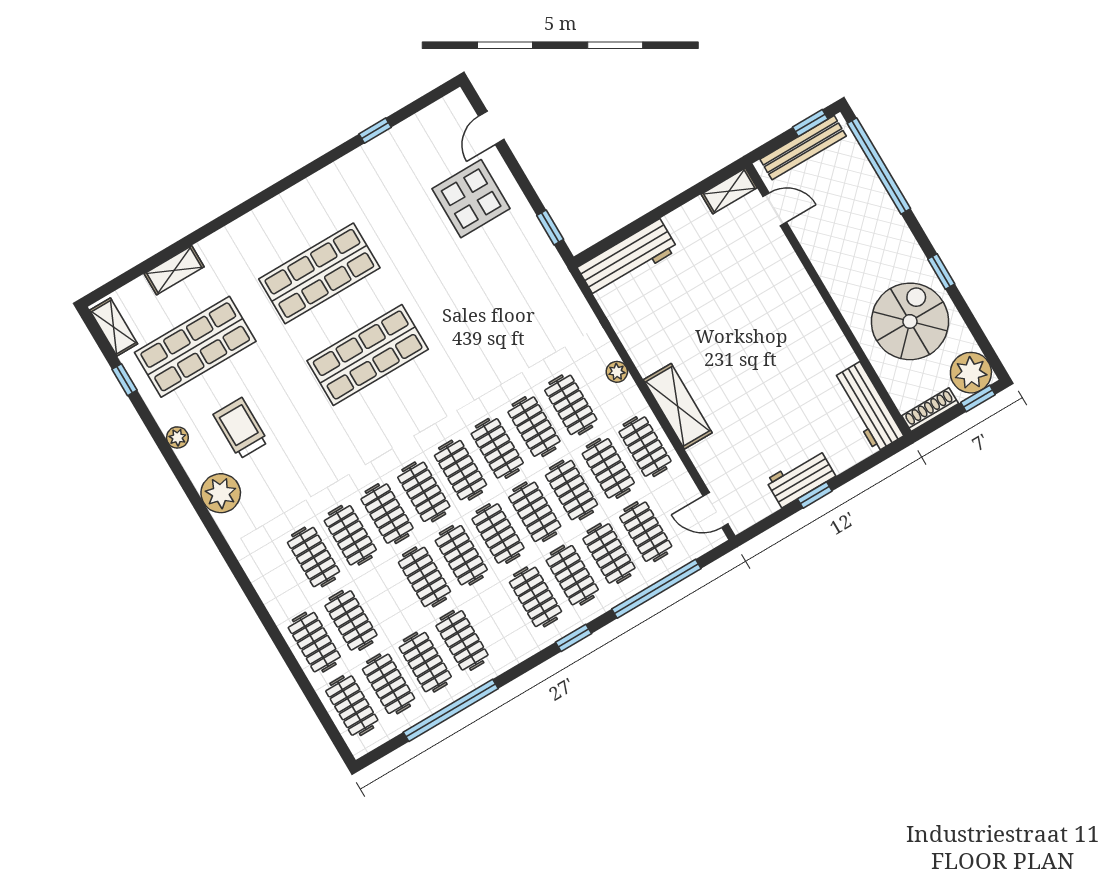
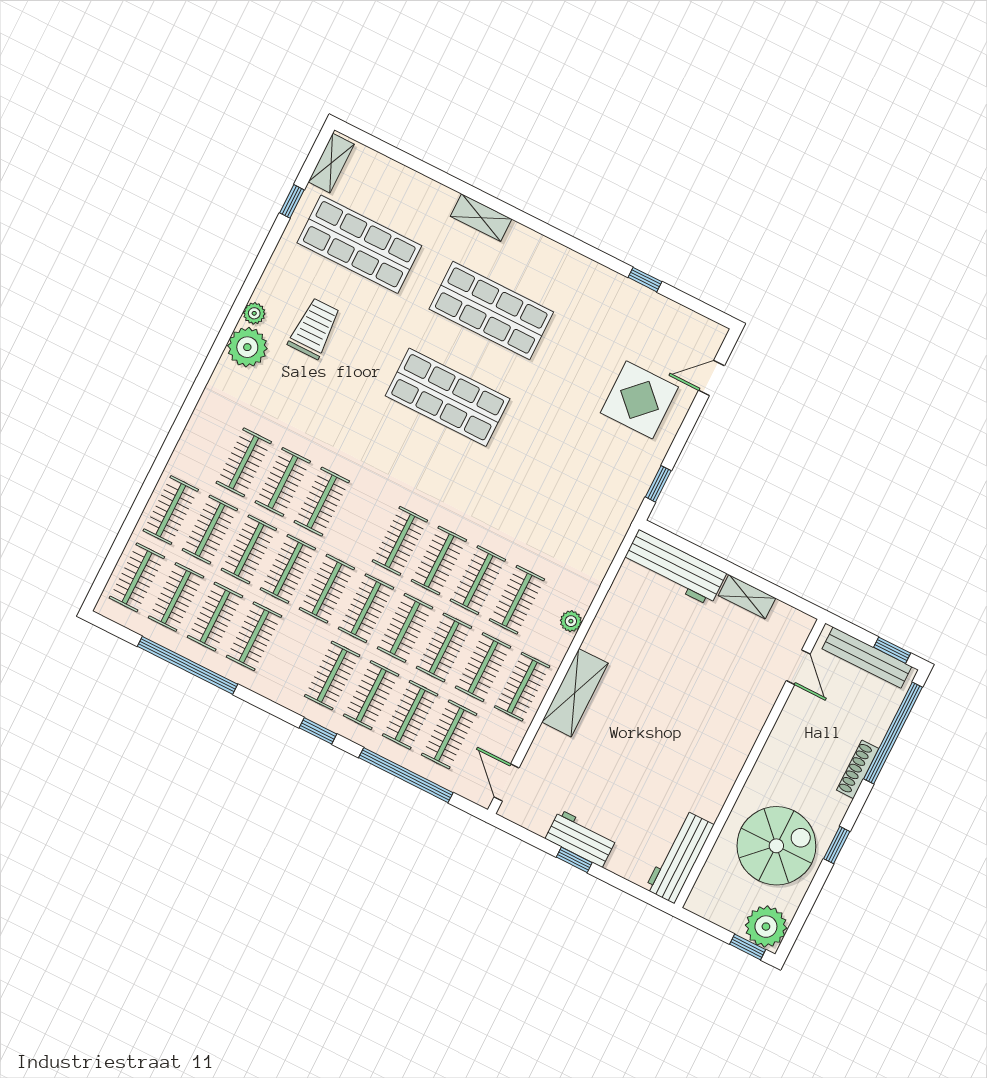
shelving: (729, 191) -> (747, 597), moved
shelving: (174, 270) -> (481, 218), moved
shoe rack: (930, 410) -> (858, 769), moved, turned -90
plant: (177, 437) -> (254, 313), moved
clothes rail: (424, 492) -> (249, 549), moved

